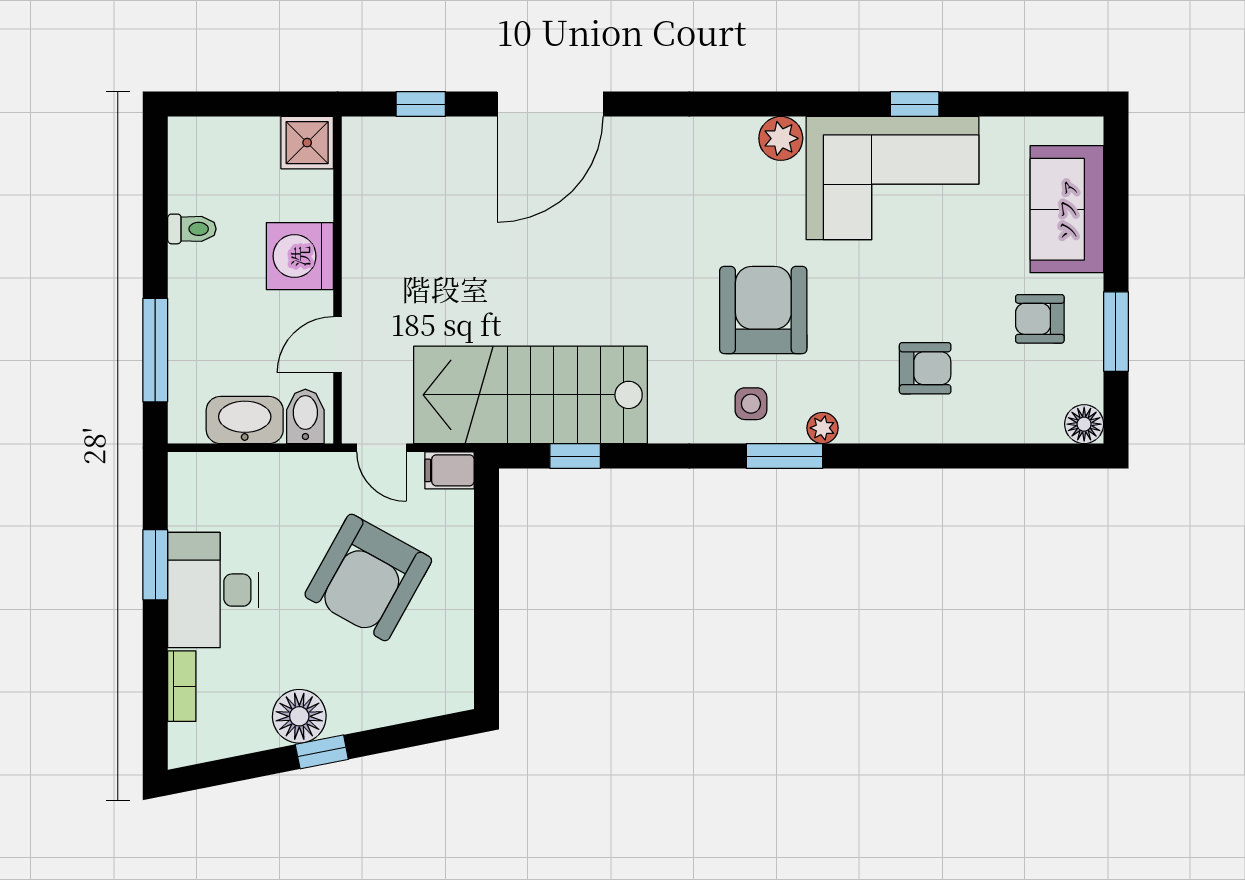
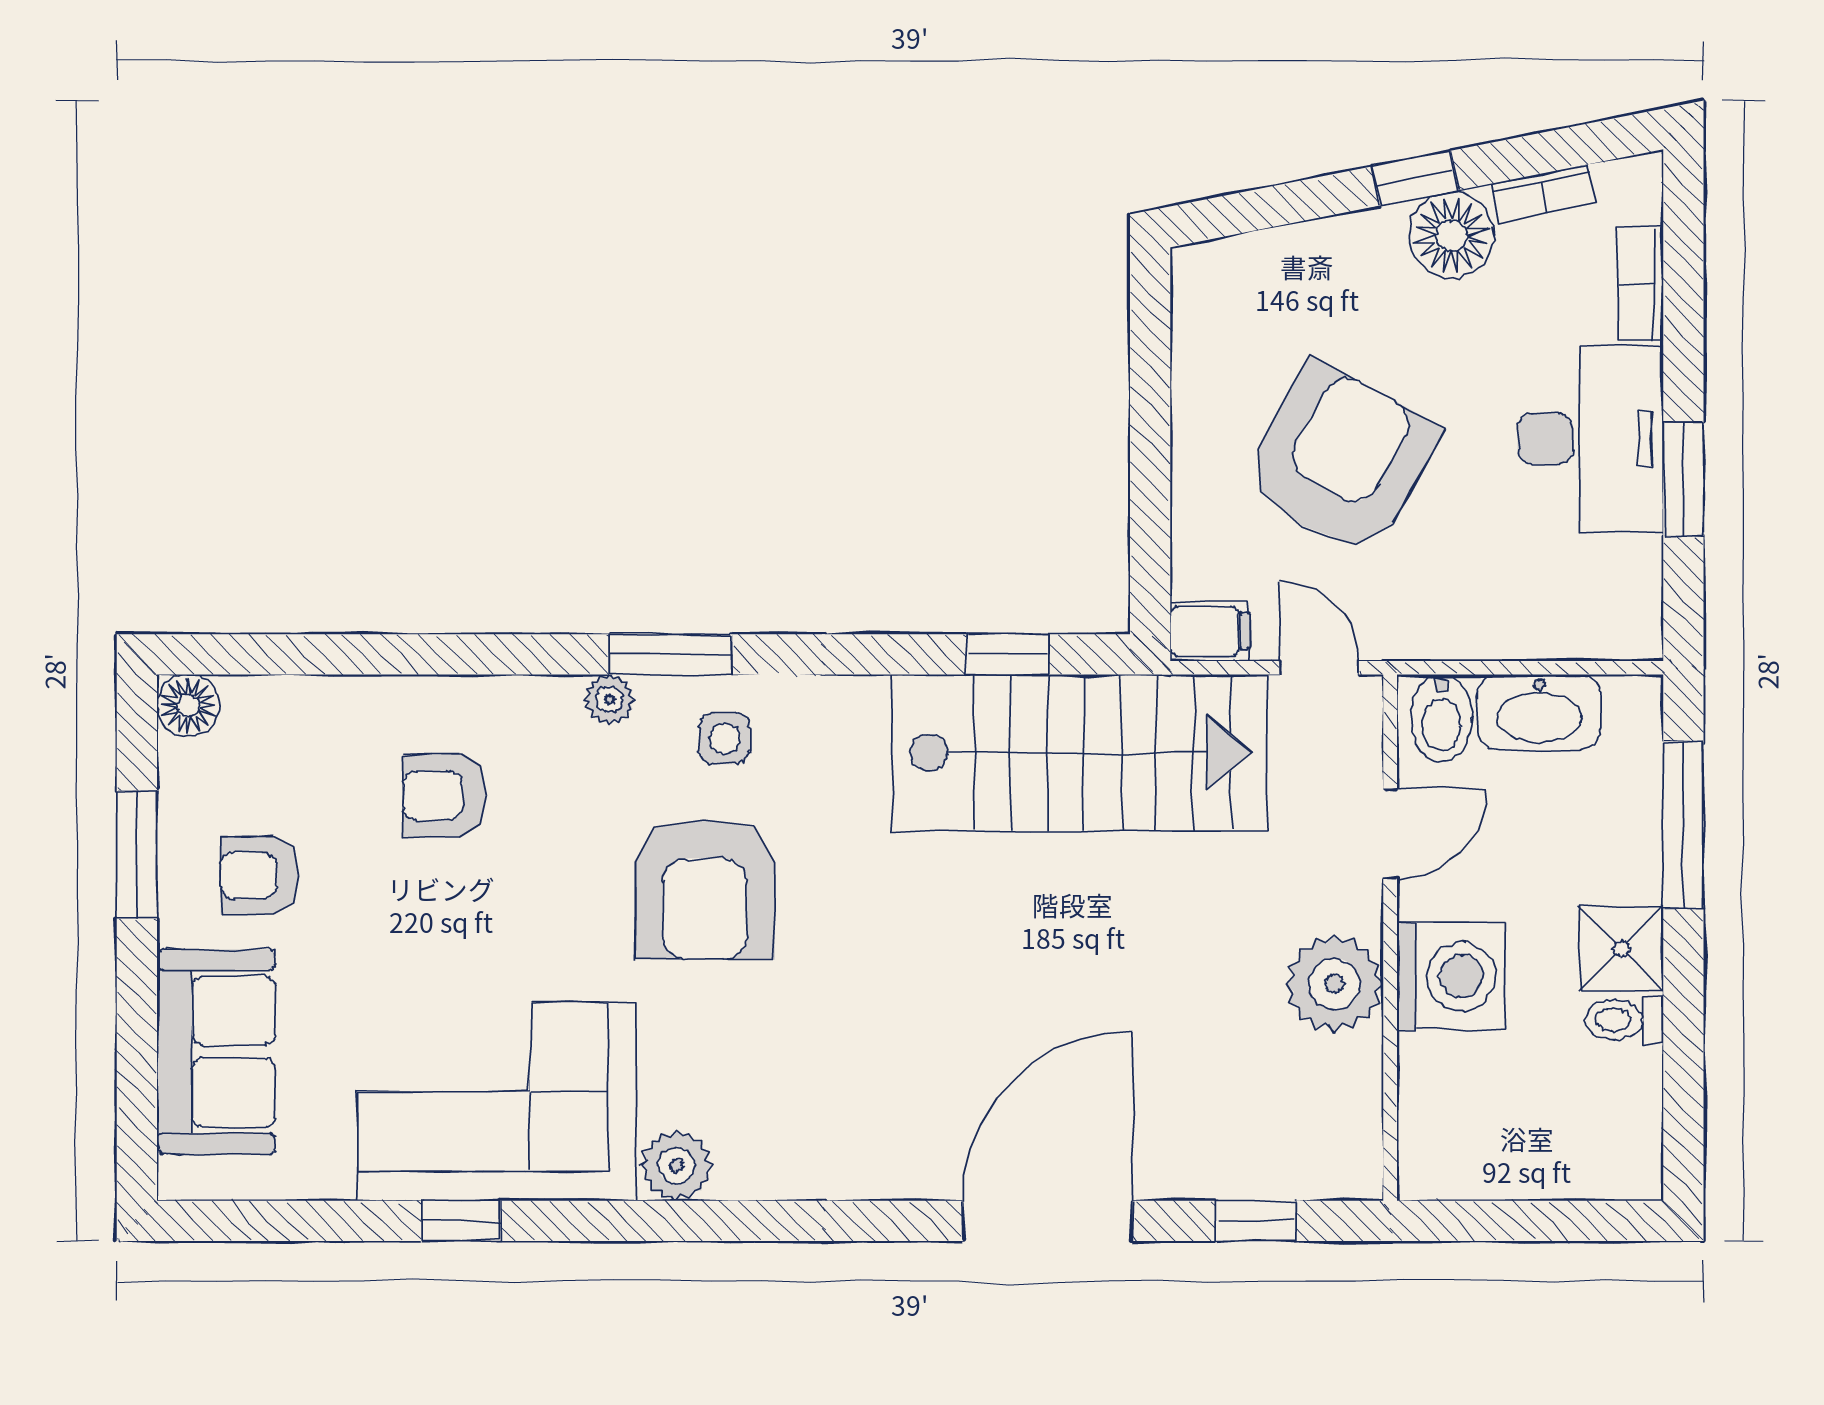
shower: (307, 143) -> (1621, 949), moved
plant: (372, 251) -> (1335, 984), added
armchair: (1040, 319) -> (260, 875), turned 180
bookcase: (242, 742) -> (1543, 193), added

